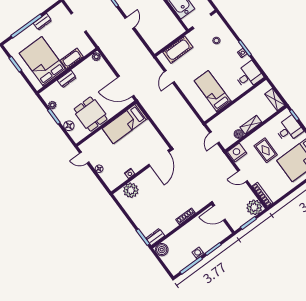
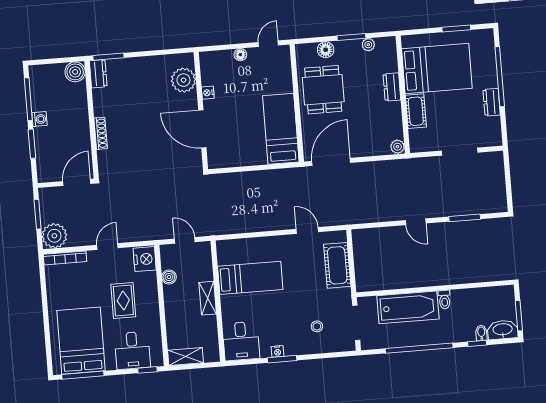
dining table: (91, 114) -> (323, 90), turned 90
shelving: (251, 125) -> (208, 298), moved
rug: (266, 150) -> (123, 300), turned 90
door: (159, 158) -> (202, 129), moved

